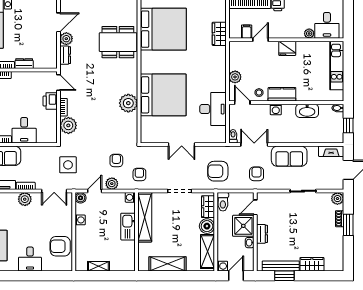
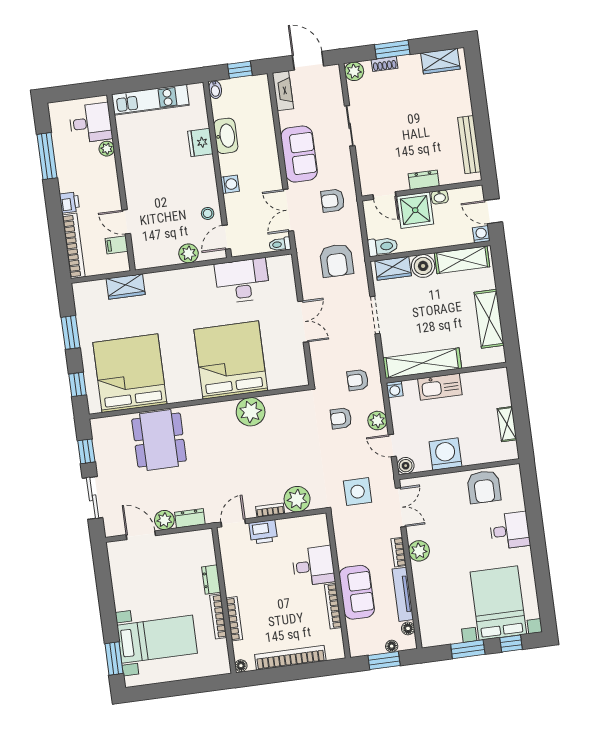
fridge: (287, 48) -> (200, 142), moved, turned 180
kitchen counter: (282, 94) -> (206, 178), removed
washing machine: (80, 220) -> (445, 454), width x1.89, depth x1.89
wardrobe: (312, 264) -> (440, 61), moved, turned -90
window: (284, 276) -> (483, 137), removed

